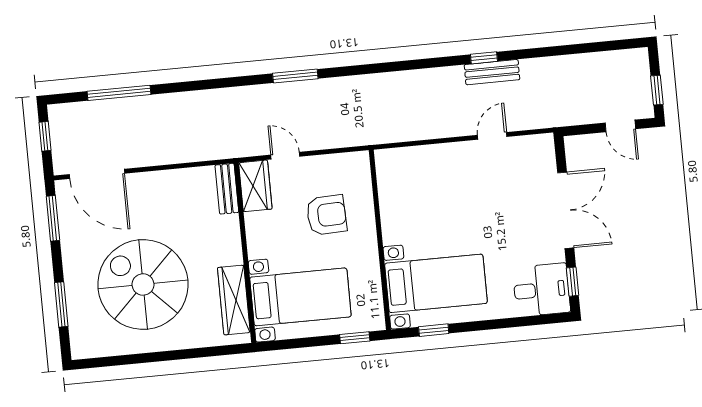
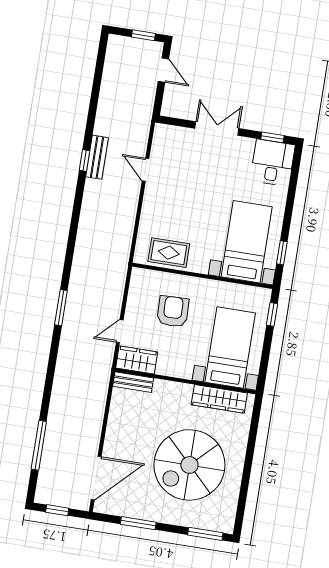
door: (620, 126) -> (163, 70), hinge flipped
rug: (398, 191) -> (169, 253), added
double door: (566, 210) -> (217, 128), width x0.73
window: (53, 218) -> (138, 523), moved
window: (61, 304) -> (205, 534), moved

